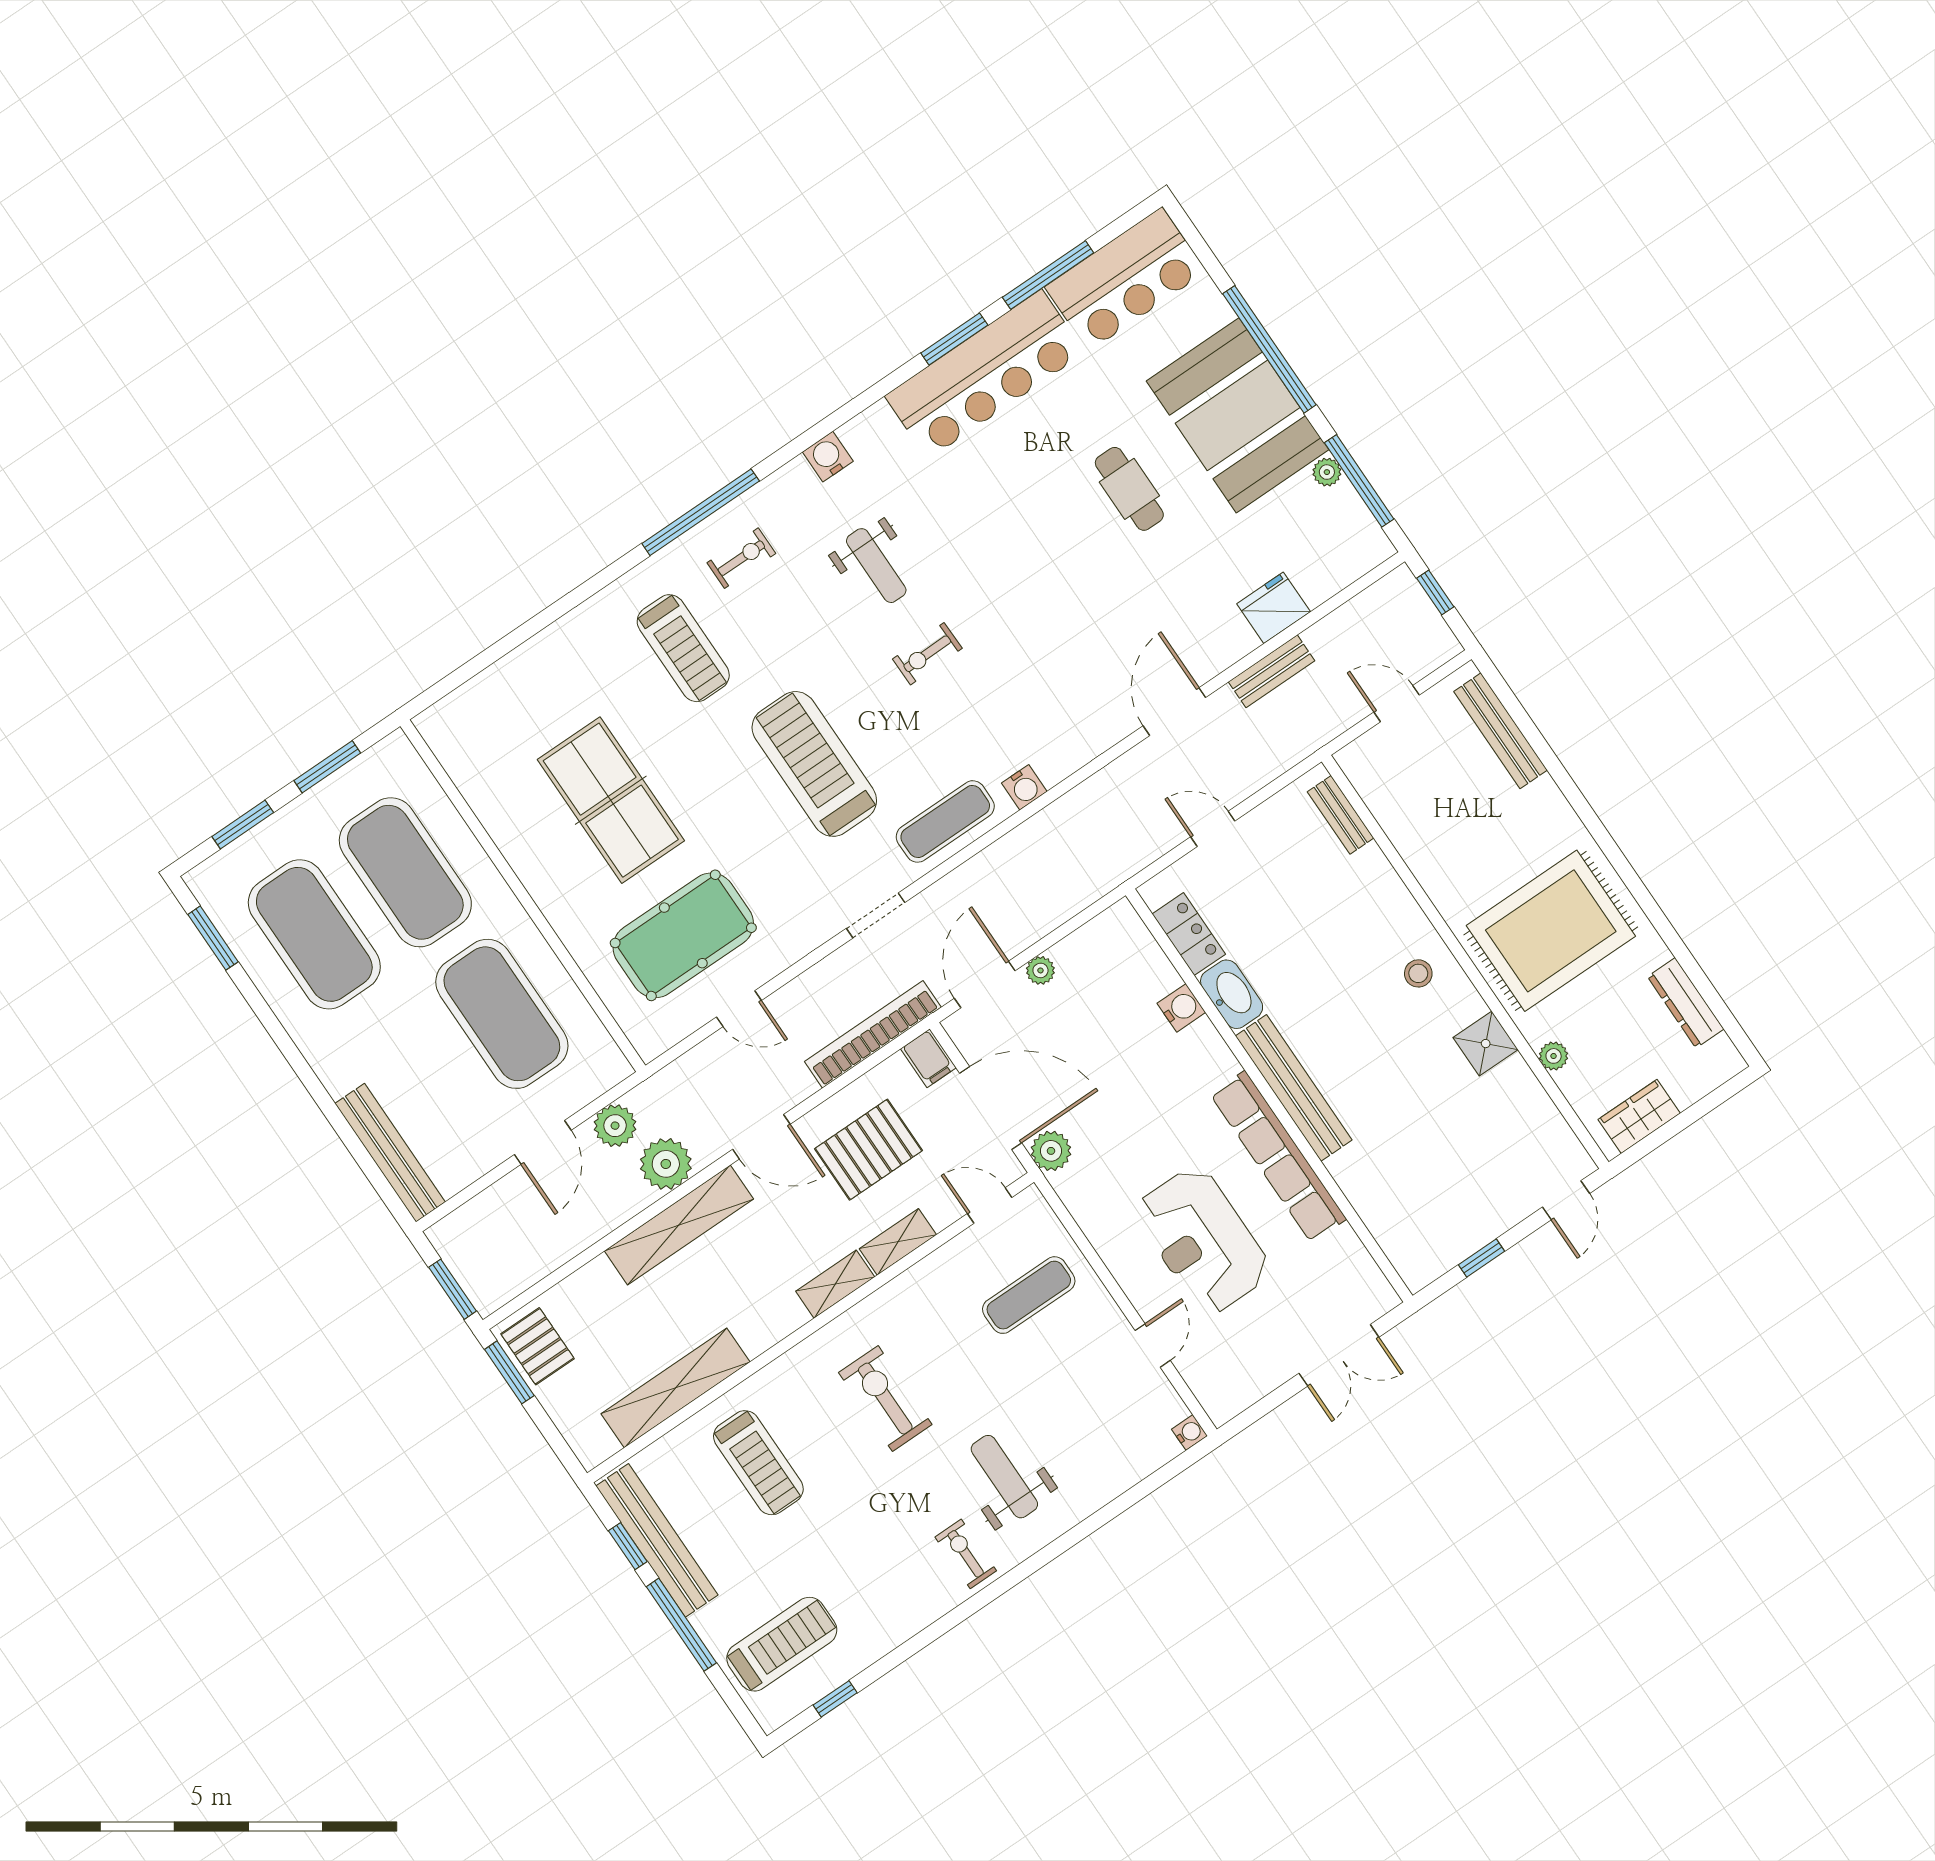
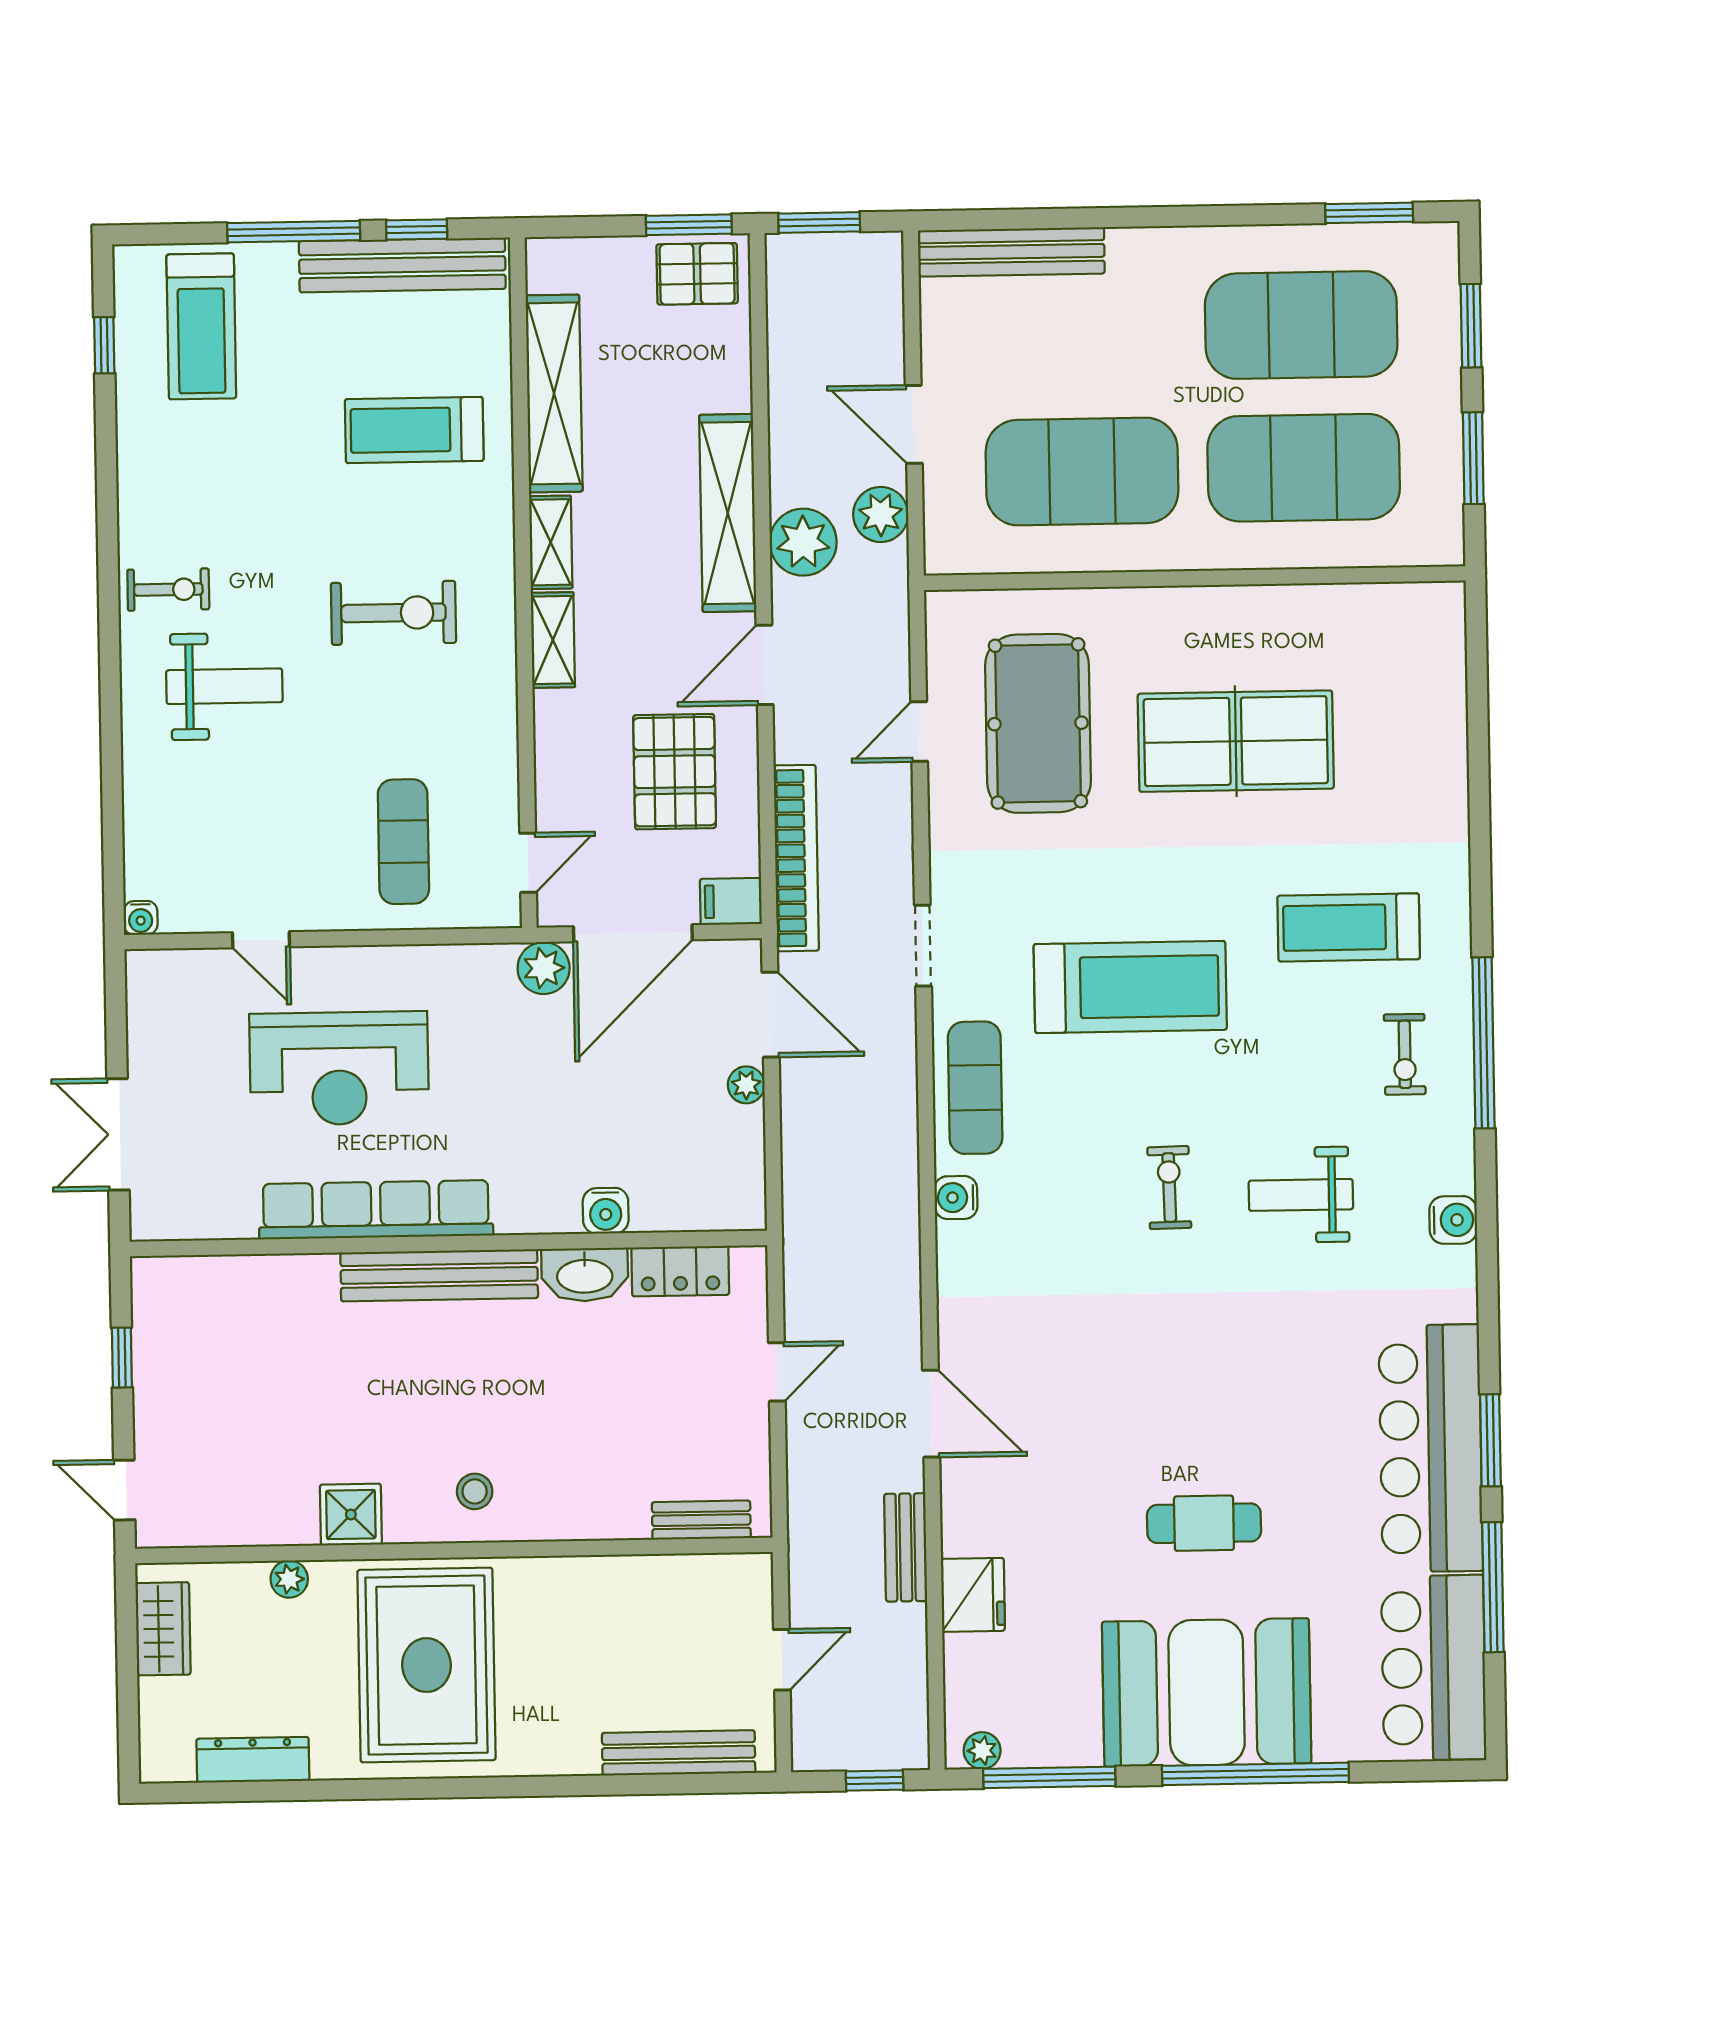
plant: (1327, 472) -> (982, 1751), moved
reception desk: (1203, 1240) -> (339, 1068), turned 180
shelving: (898, 1242) -> (551, 542), moved

